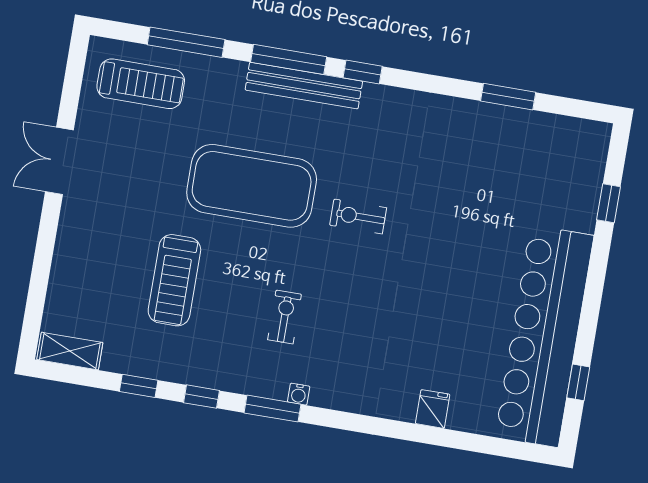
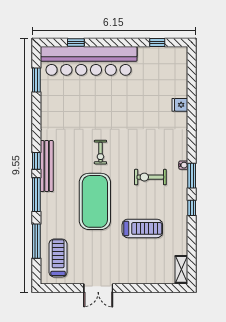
bench: (304, 86) -> (47, 166), moved
window: (508, 97) -> (36, 80), moved
exercise bike: (285, 317) -> (150, 177), width x1.38, depth x1.39
bar counter: (544, 336) -> (89, 61), moved
window: (139, 386) -> (192, 236), removed

